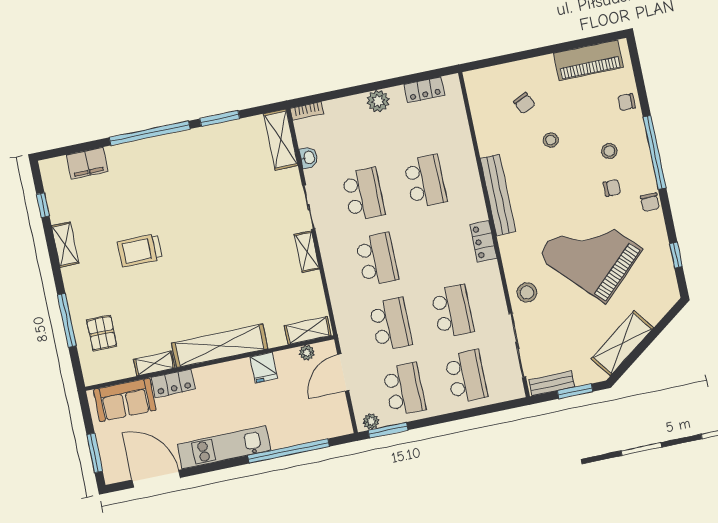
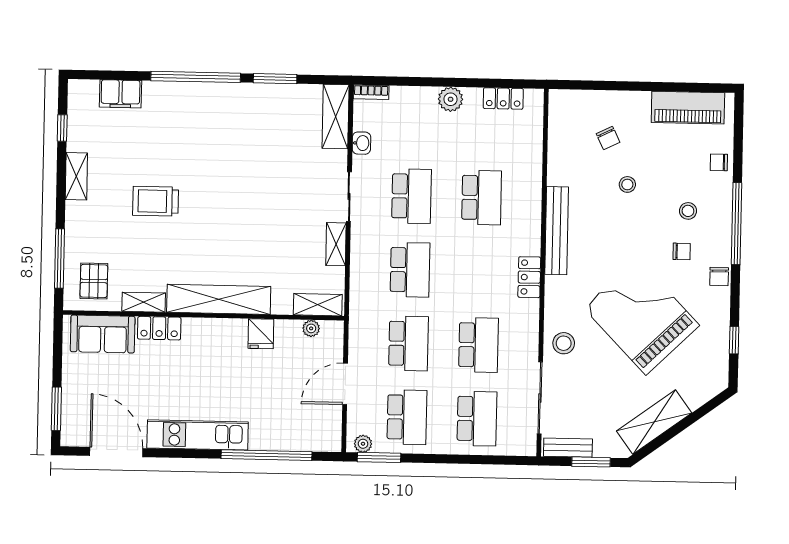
shelving: (308, 330) -> (318, 305), moved
shelving: (220, 346) -> (219, 299), moved
plant: (307, 353) -> (311, 328), moved
wall: (210, 363) -> (204, 315), moved
shelving: (154, 364) -> (144, 302), moved
fridge: (264, 368) -> (261, 334), moved
locker: (173, 383) -> (159, 328), moved
sofa: (125, 400) -> (103, 334), moved

